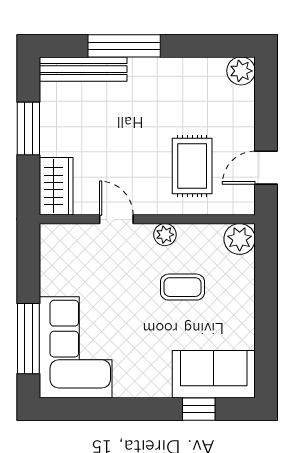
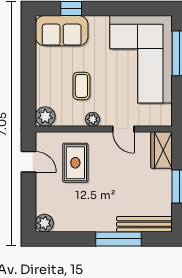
door: (266, 168) -> (28, 162), hinge flipped
coffee table: (182, 287) -> (81, 86), turned 90
corner sofa: (76, 347) -> (141, 59), width x1.36, depth x1.36

